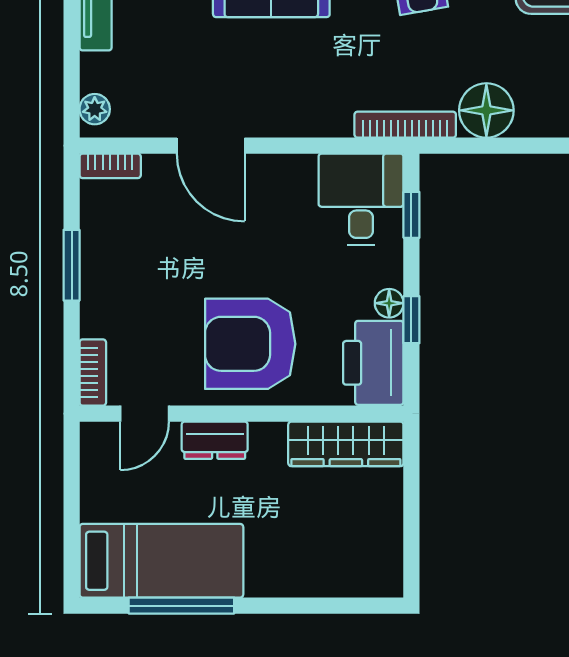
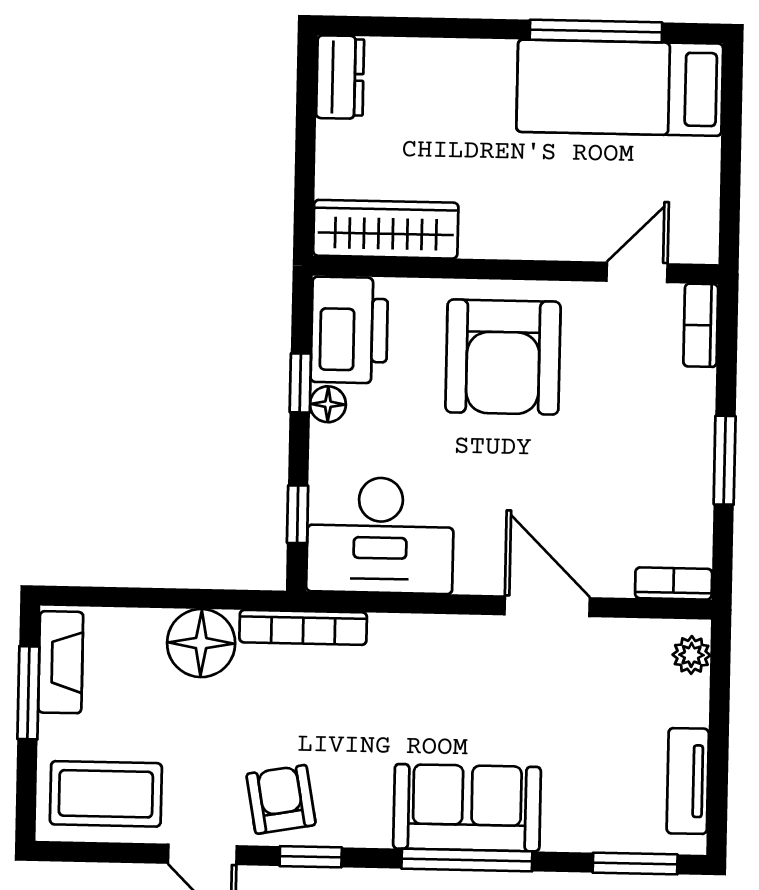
desk: (361, 199) -> (380, 535), width x1.37
armchair: (250, 344) -> (503, 357), turned 90
dresser: (215, 440) -> (340, 77), moved, turned 90

